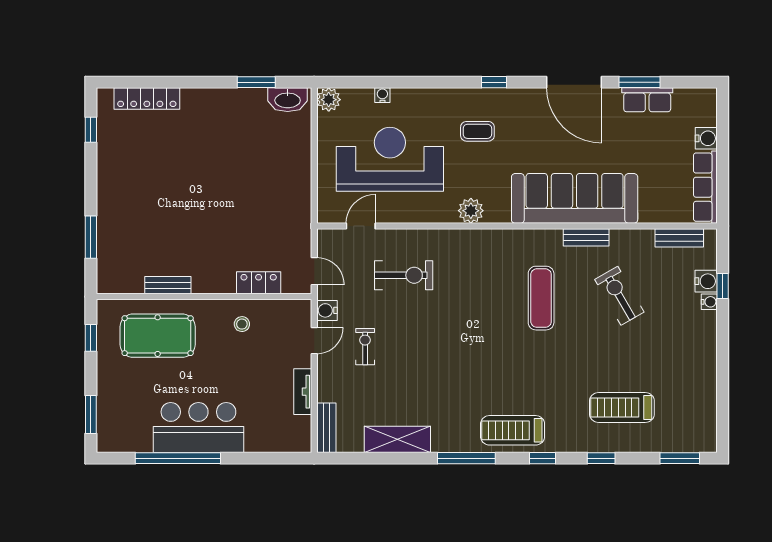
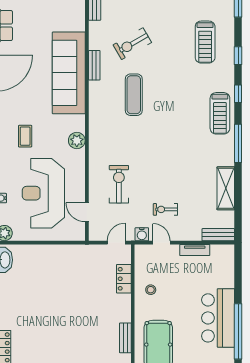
exercise mat: (541, 298) -> (134, 95), turned 90

